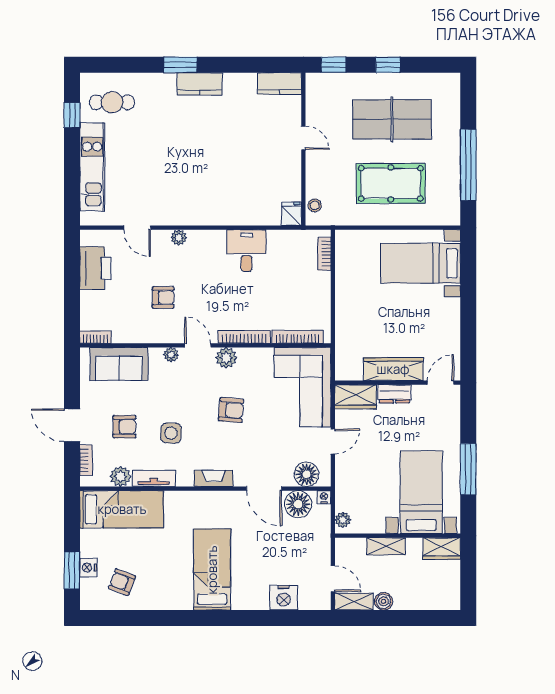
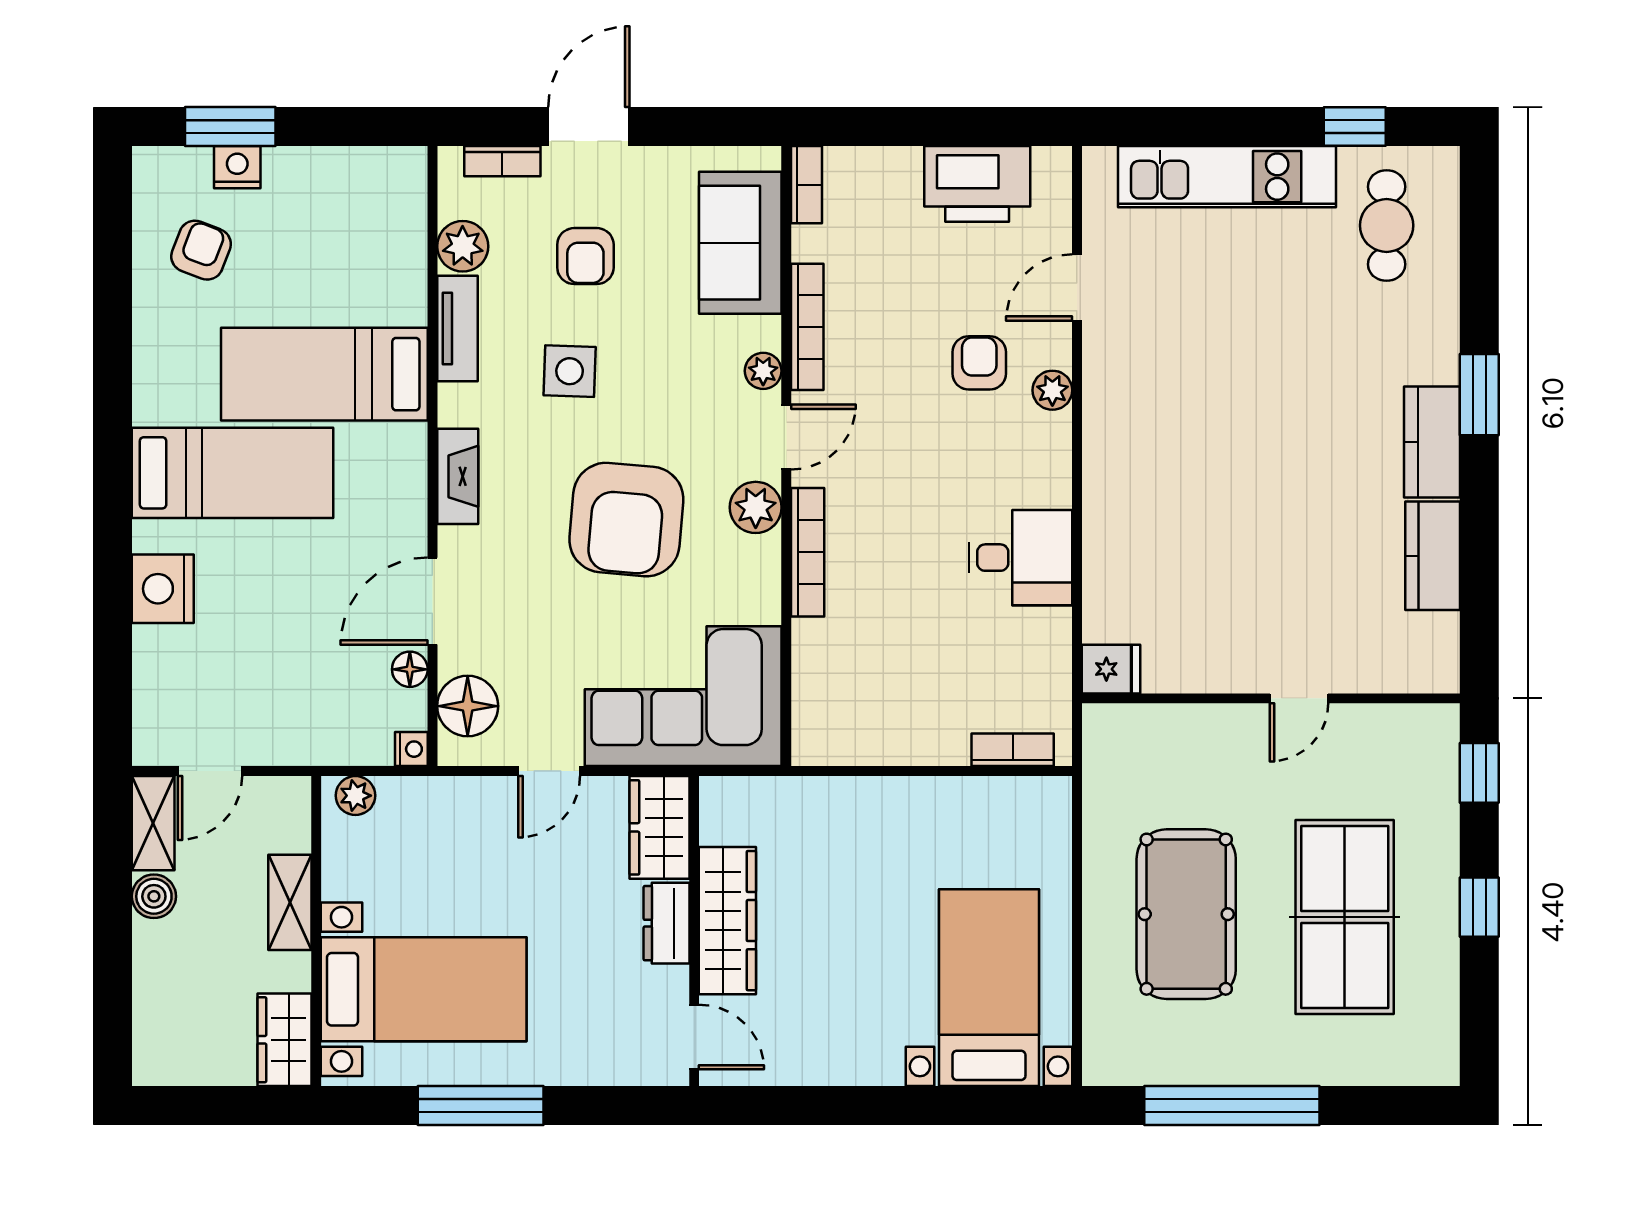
kitchen counter: (279, 84) -> (1433, 556), moved
stool: (315, 205) -> (1132, 726), removed
armchair: (163, 297) -> (979, 363), moved, turned 180
bookcase: (298, 337) -> (807, 327), moved
armchair: (231, 410) -> (626, 520), width x1.88, depth x1.88
door: (333, 441) -> (549, 771), hinge flipped
floor lamp: (298, 504) -> (410, 669), width x0.53, depth x0.53
bed: (122, 509) -> (324, 374), moved, turned 90
nightstand: (284, 598) -> (163, 589), moved

